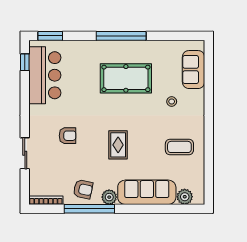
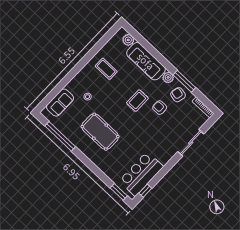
window: (121, 36) -> (60, 136), moved
armchair: (68, 136) -> (160, 108), moved
sliding door: (25, 153) -> (191, 143), width x1.37
window: (89, 209) -> (184, 81), width x0.68

